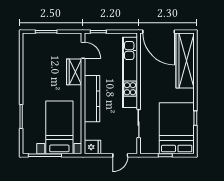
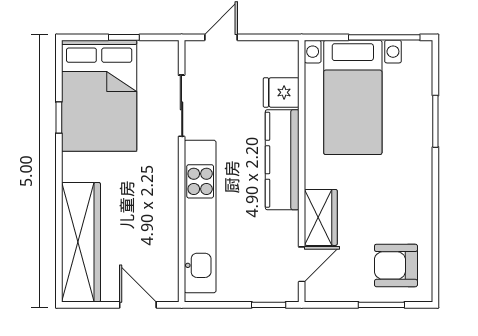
door: (159, 32) -> (138, 305), width x0.53
armchair: (39, 50) -> (396, 265), added
door: (83, 50) -> (302, 264), swing flipped
fridge: (92, 147) -> (281, 92), moved

